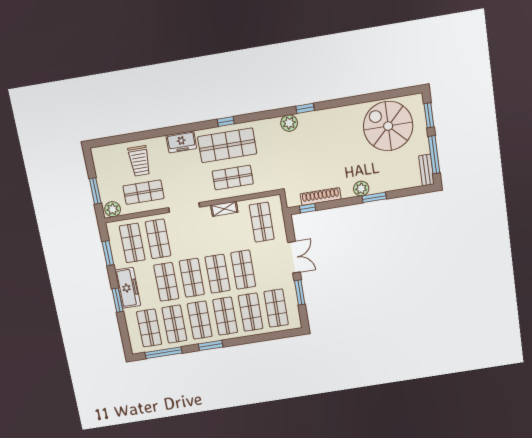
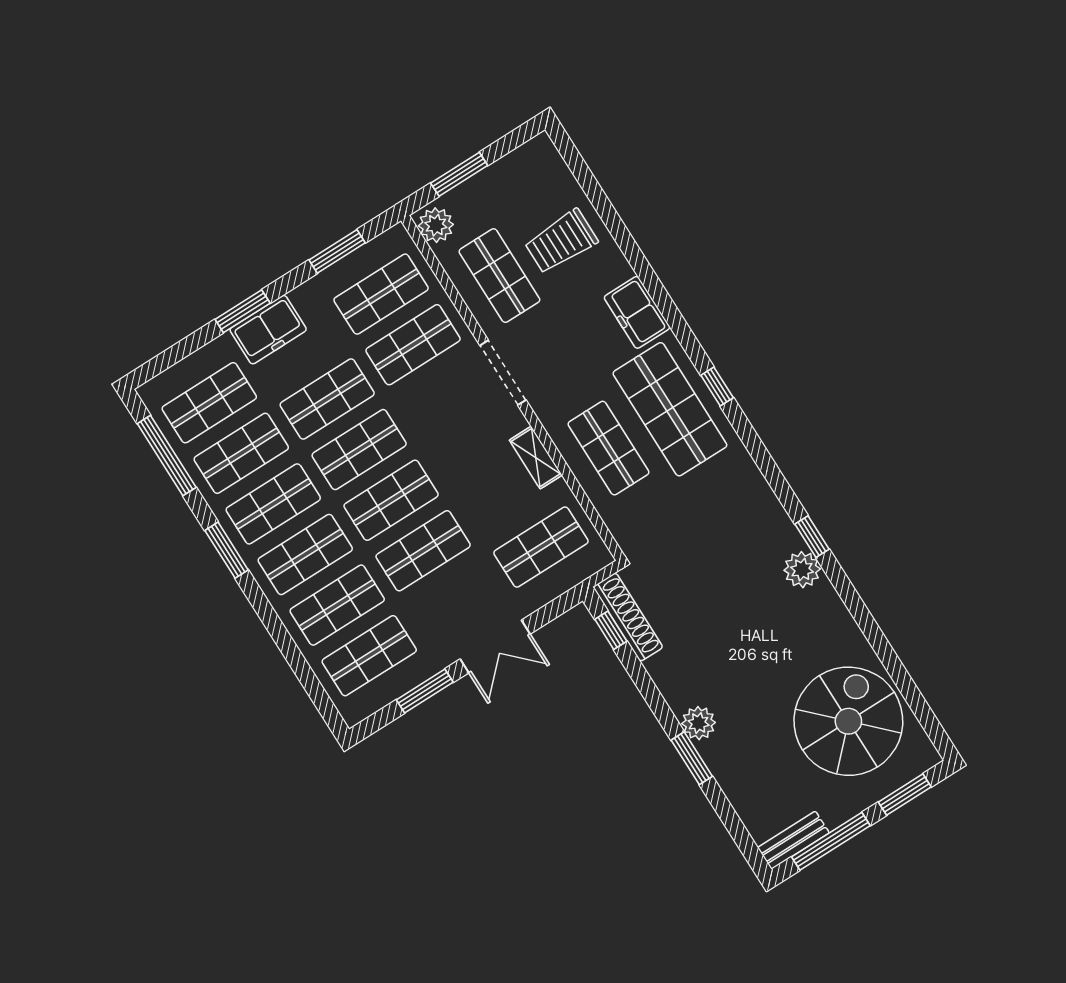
plant: (289, 123) -> (802, 570), moved
shoe rack: (321, 197) -> (628, 617), moved
freezer: (128, 288) -> (268, 330), width x0.71

